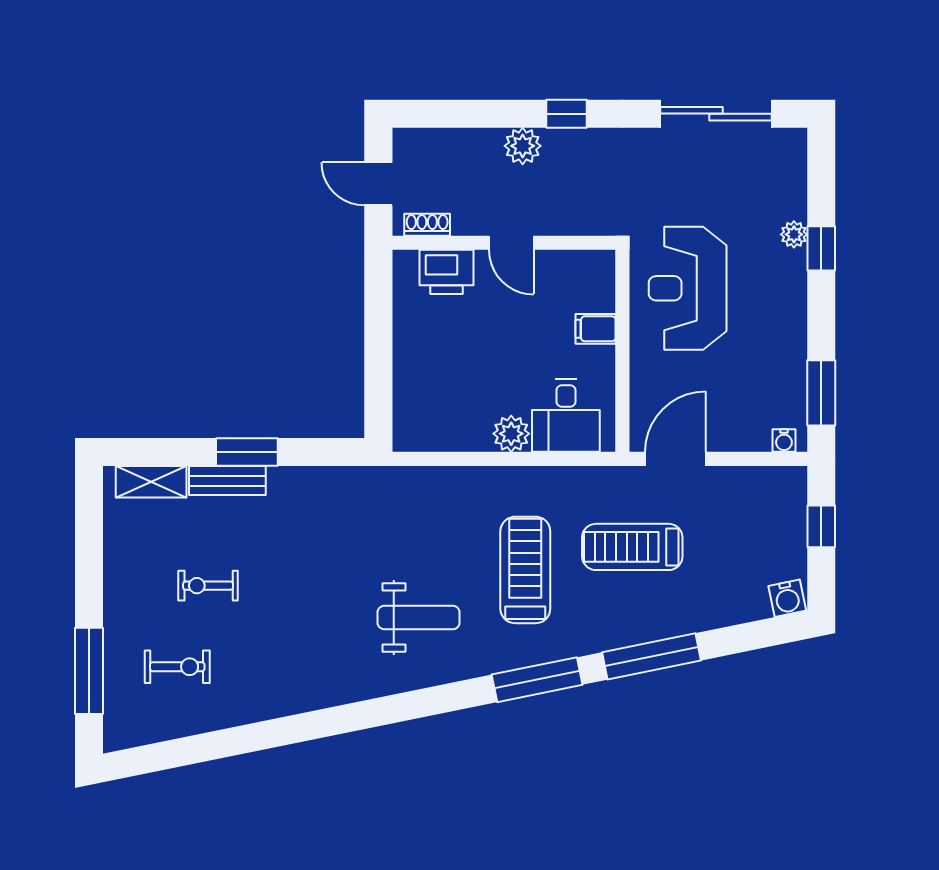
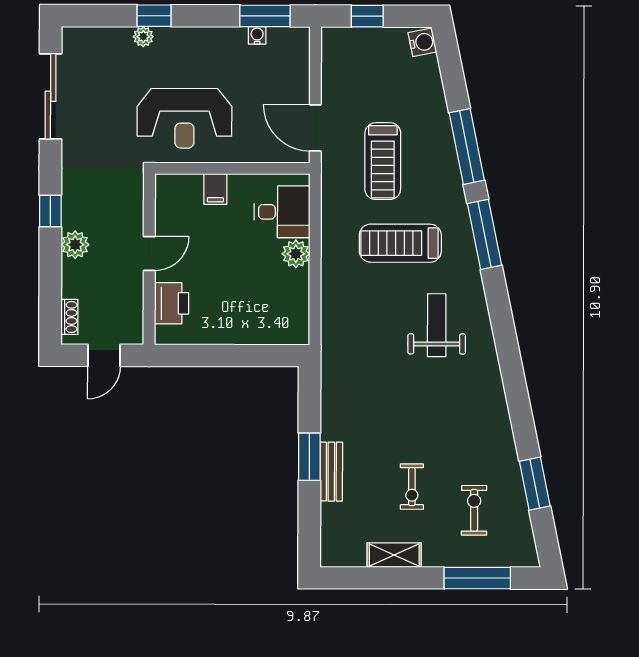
shoe rack: (427, 225) -> (69, 317), moved, turned 180
water cooler: (784, 441) -> (257, 35), moved, turned -90
shelving: (151, 482) -> (394, 555), moved, turned 90
window: (212, 746) -> (535, 484), added

